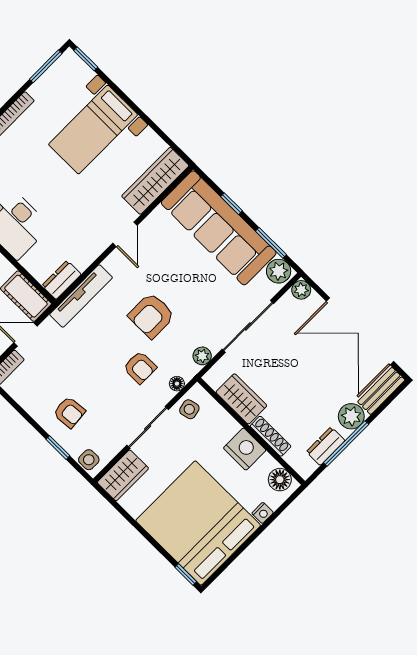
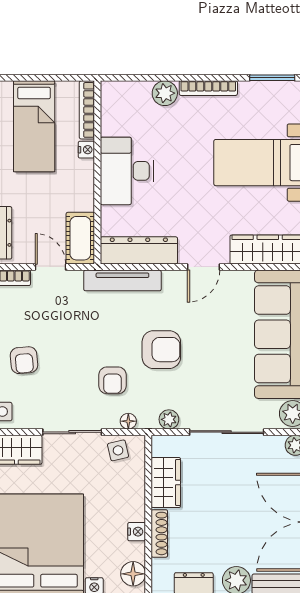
dresser: (61, 280) -> (139, 250), width x1.96, depth x1.24
armchair: (151, 315) -> (161, 350), turned 180
nightstand: (245, 449) -> (137, 532), width x0.53, depth x0.56

